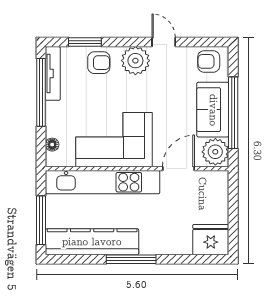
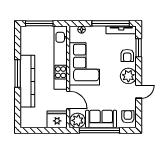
fridge: (211, 240) -> (57, 119), moved, turned -90
kitchen counter: (92, 242) -> (27, 81), moved

